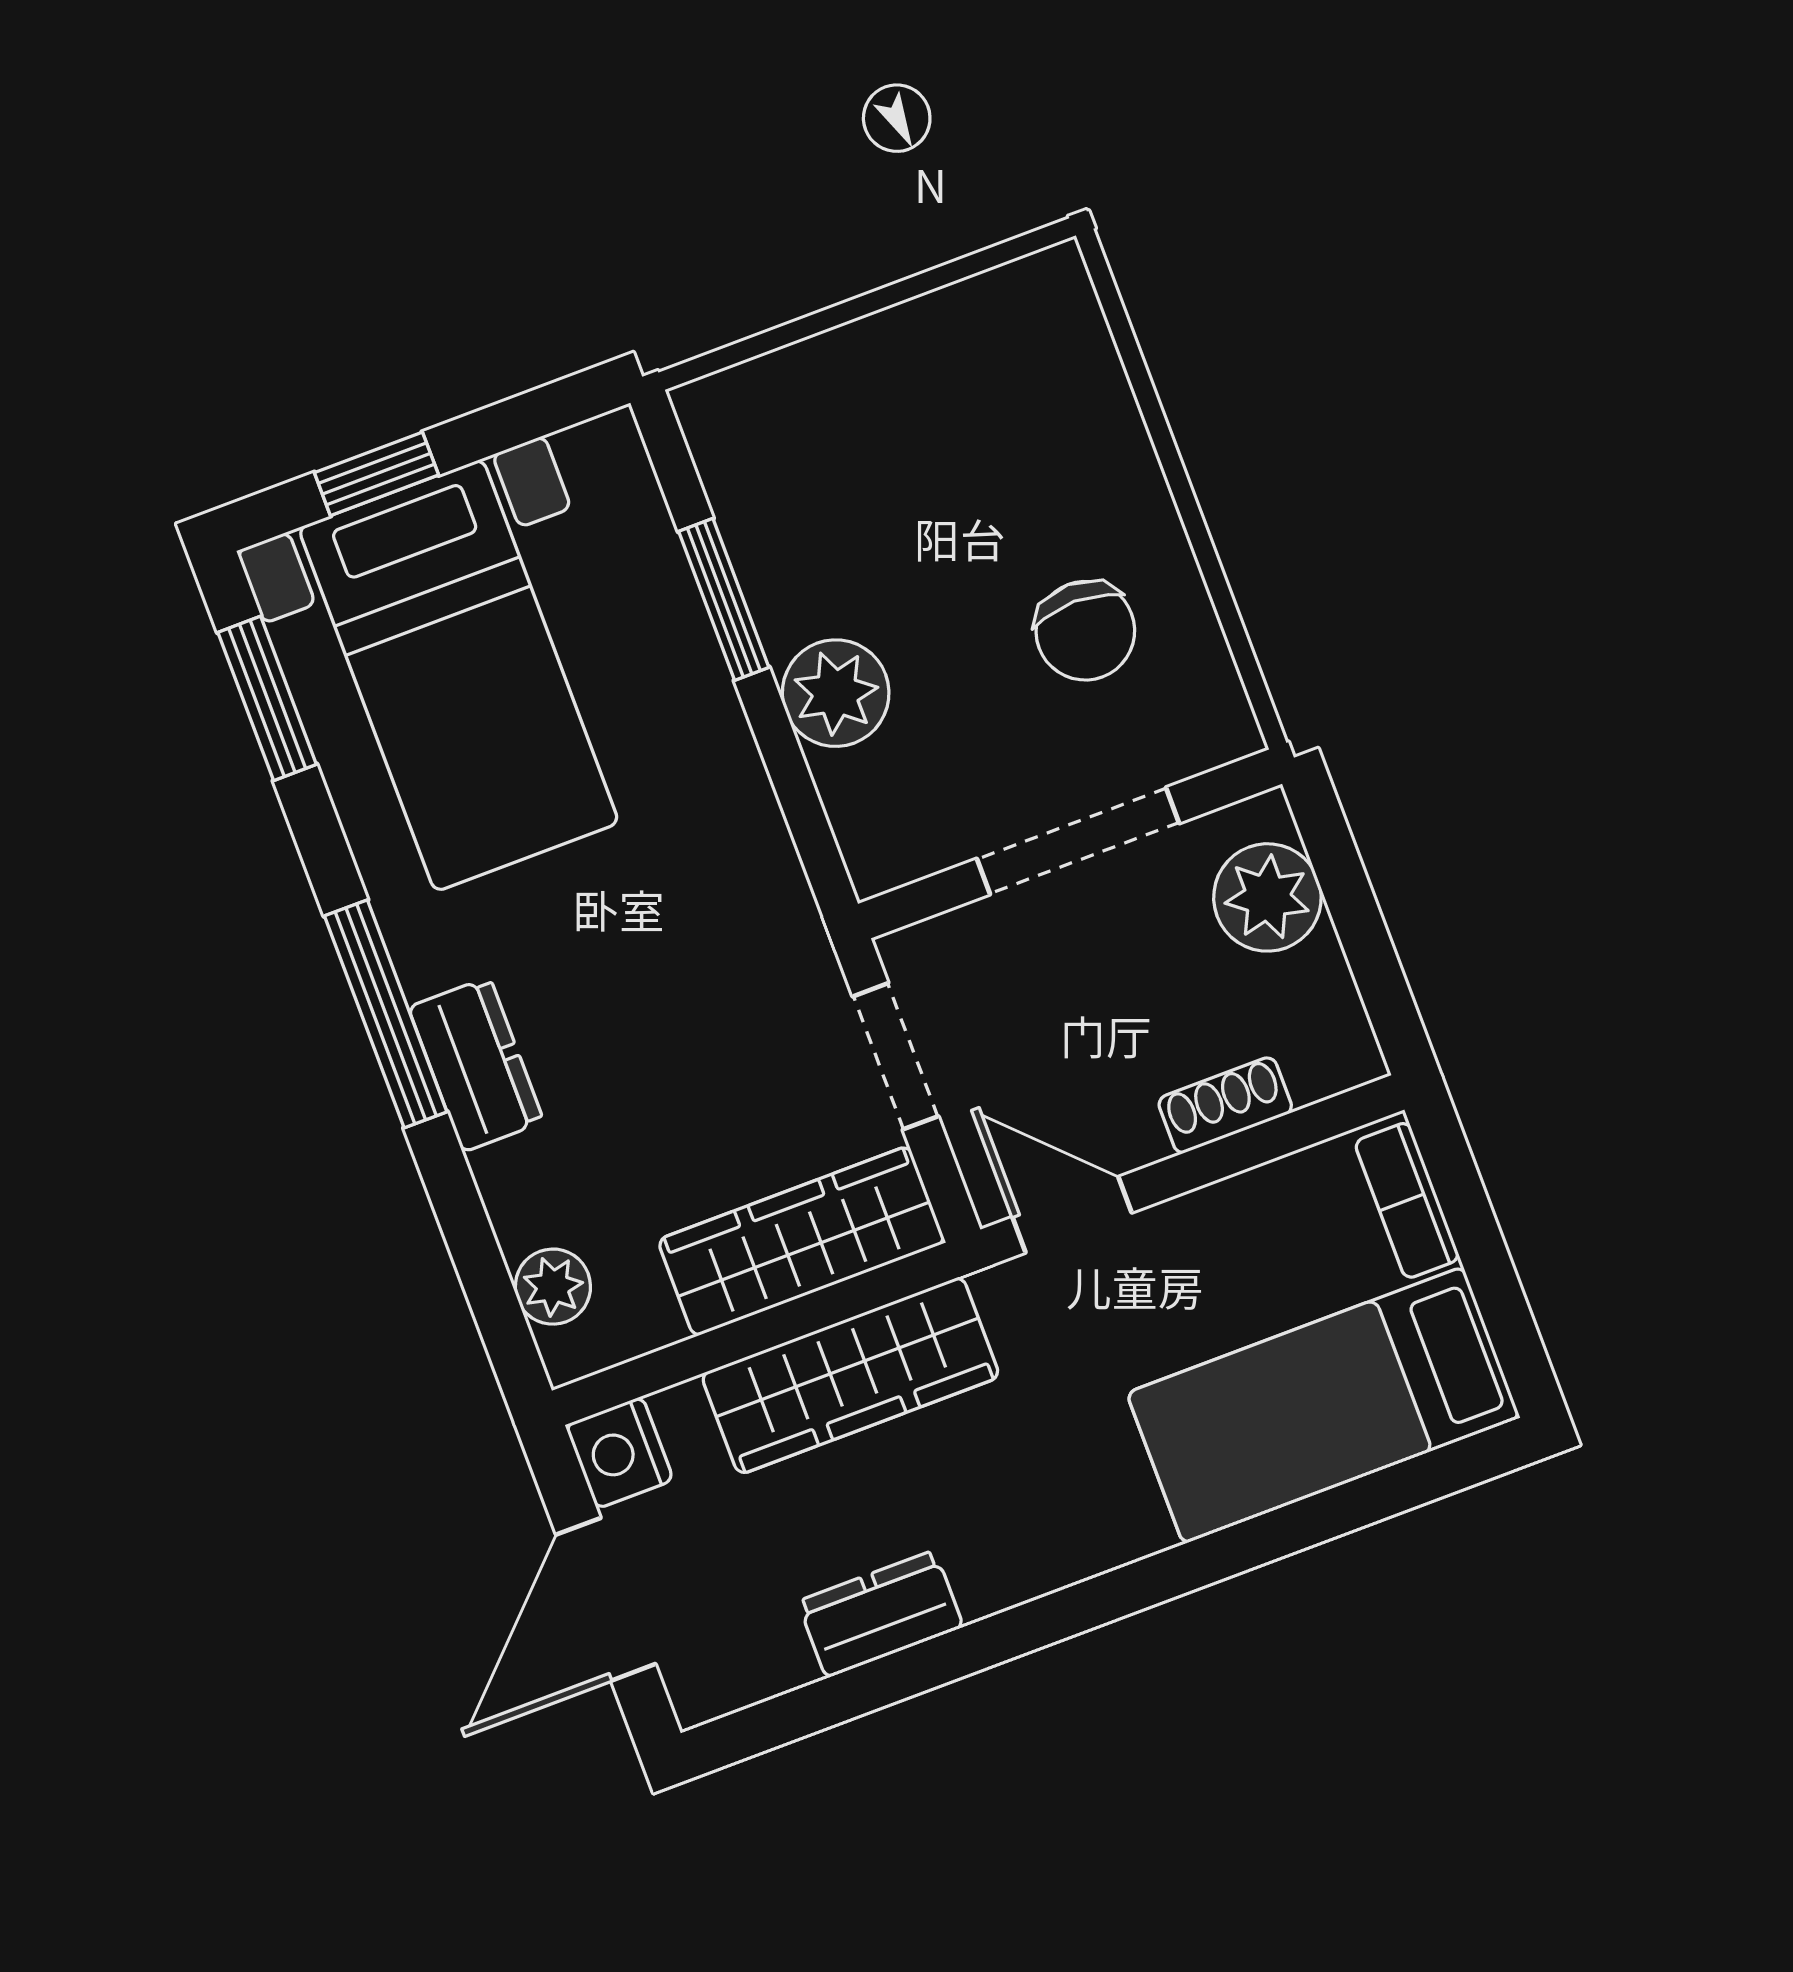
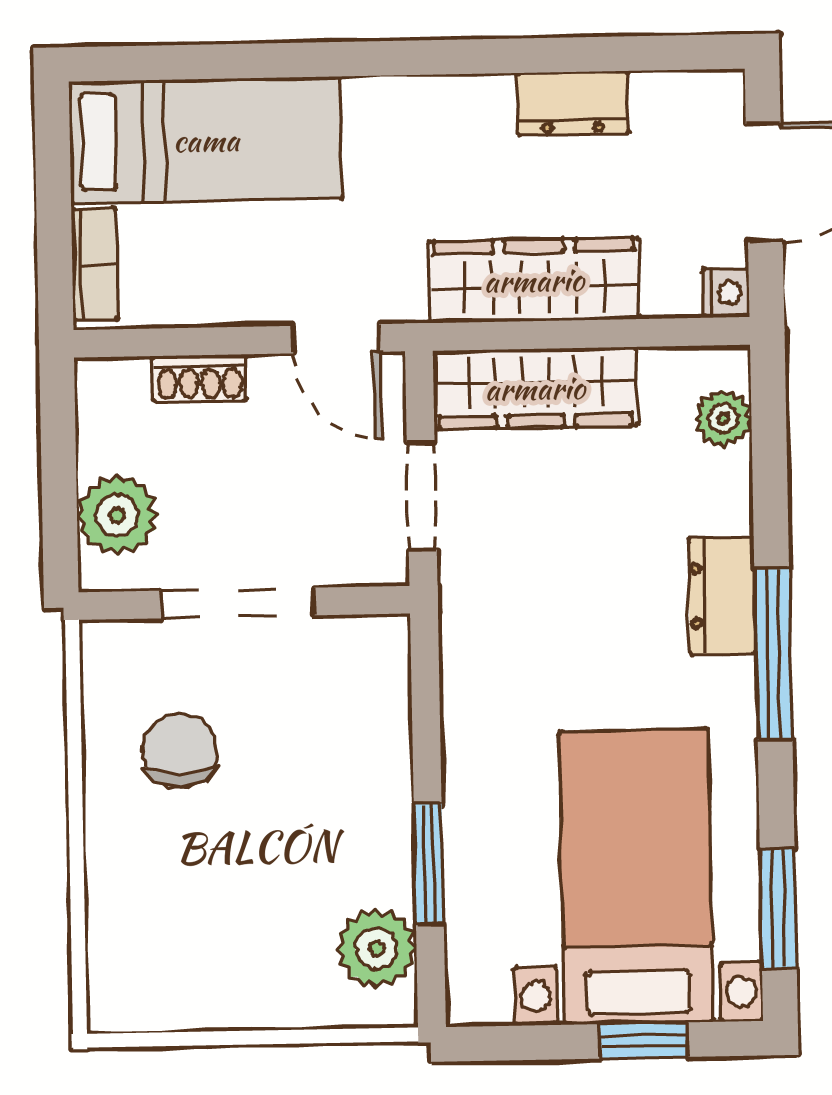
plant: (836, 693) -> (376, 948), moved
nightstand: (619, 1453) -> (726, 293), width x0.72, depth x0.74

